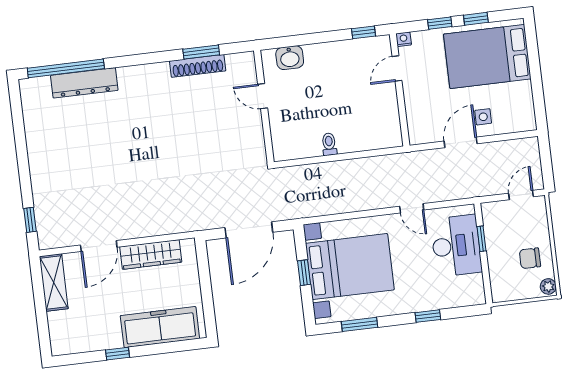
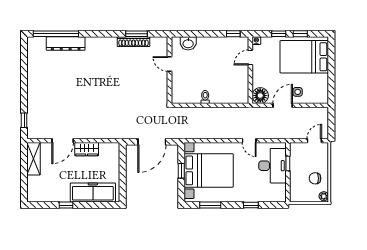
floor lamp: (421, 131) -> (260, 96), added
wardrobe: (151, 254) -> (87, 149), width x0.67

